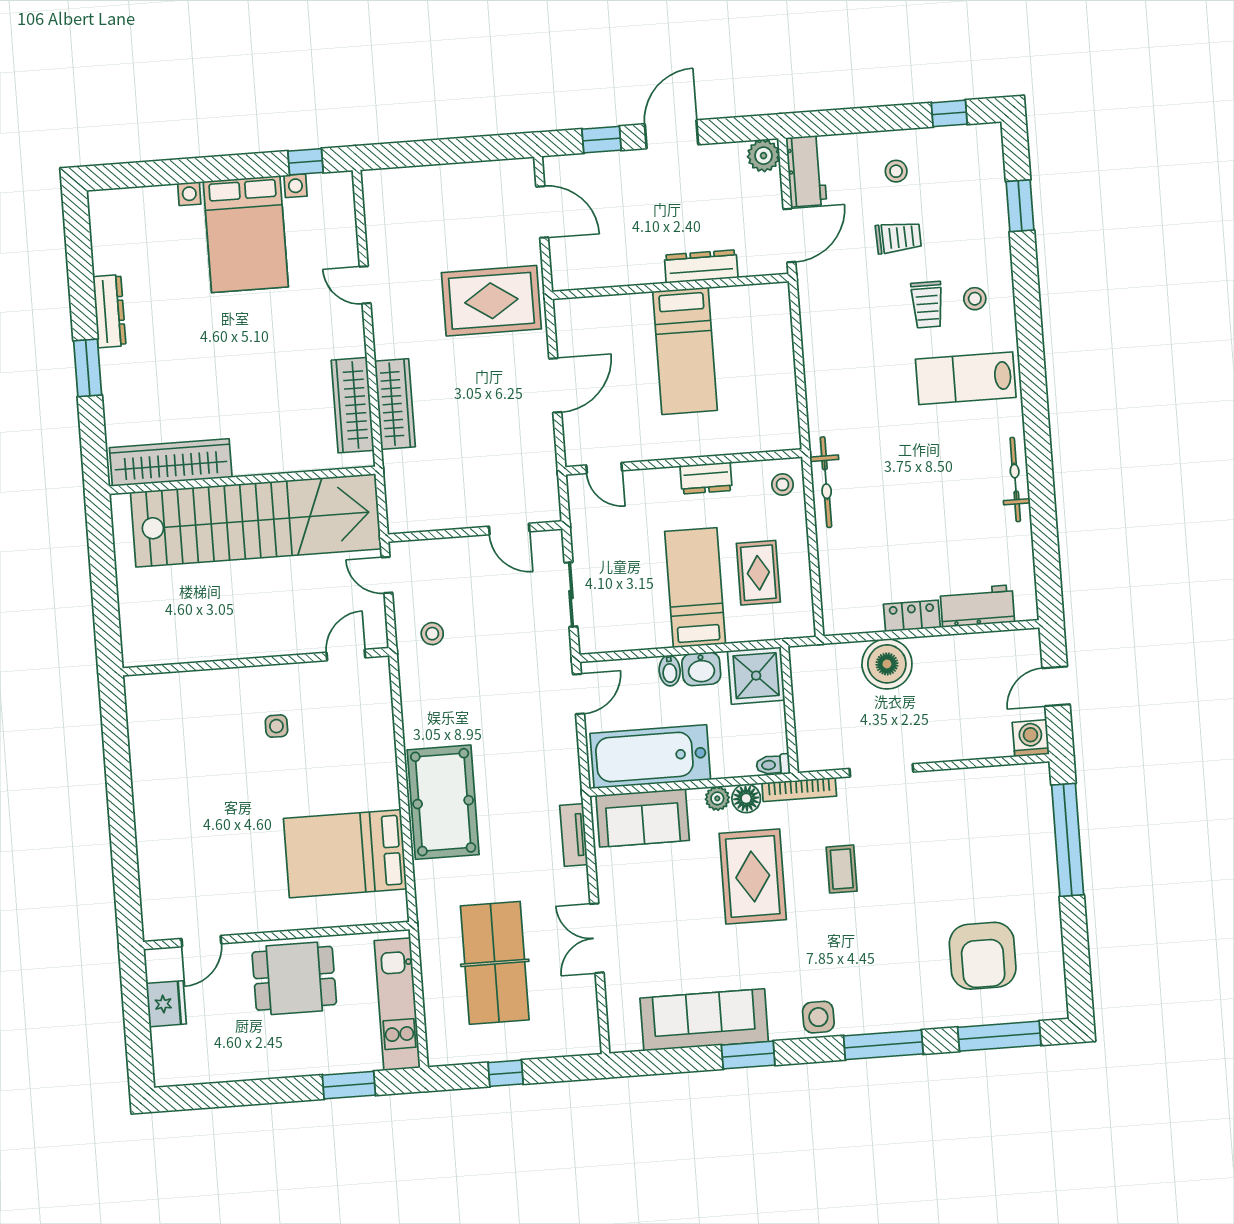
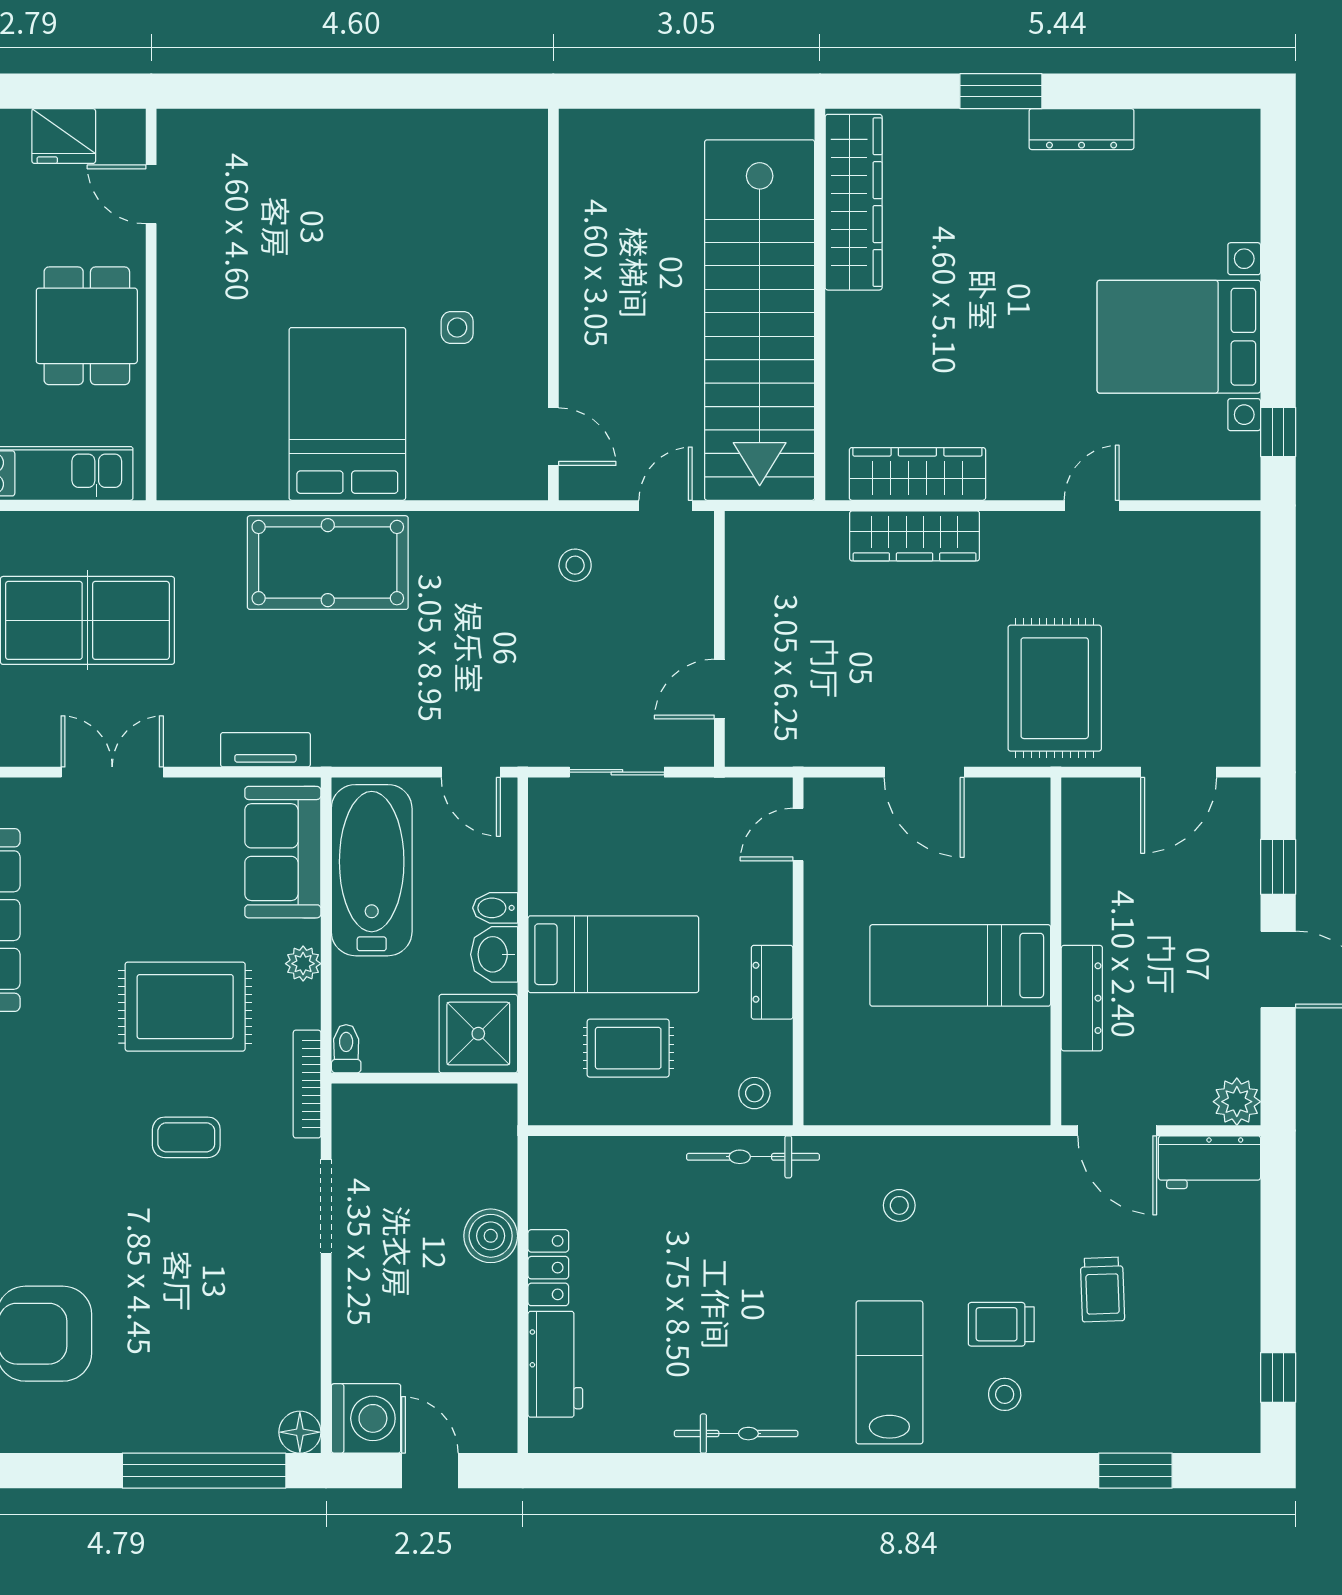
stool: (896, 171) -> (899, 1205), moved
boiler: (887, 664) -> (491, 1236), width x0.73, depth x0.73
washing machine: (1031, 738) -> (366, 1418), width x1.37, depth x1.37
floor lamp: (746, 798) -> (300, 1432), moved
bed: (345, 854) -> (347, 414), moved

